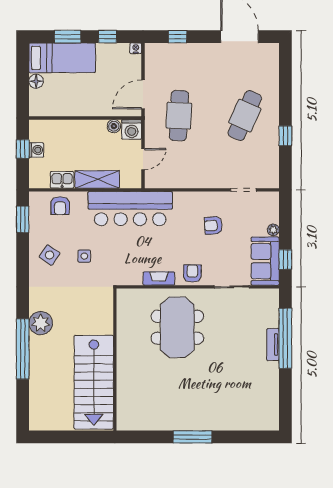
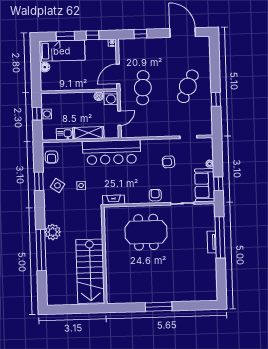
armchair: (60, 206) -> (52, 157), moved
window: (23, 219) -> (39, 181), moved
fireplace: (159, 279) -> (114, 200), moved
meeting table: (177, 327) -> (146, 232), turned 90

